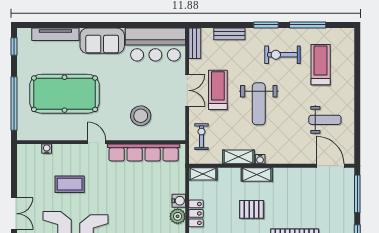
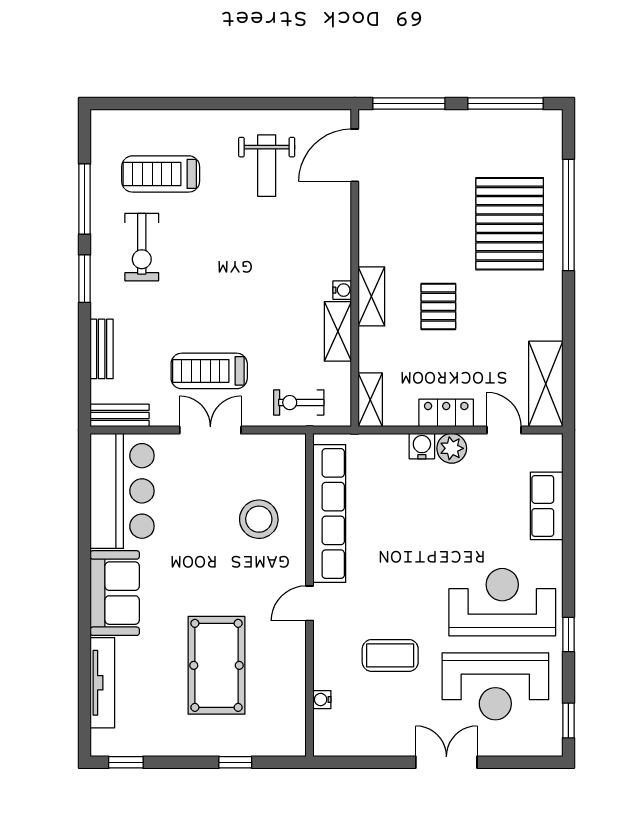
pool table: (64, 94) -> (216, 665), width x0.73, depth x0.76
window: (14, 103) -> (235, 762), width x0.32
weight bench: (259, 104) -> (236, 292), removed
weight bench: (325, 120) -> (267, 166), turned 180
coffee table: (70, 184) -> (390, 655), turned 90

